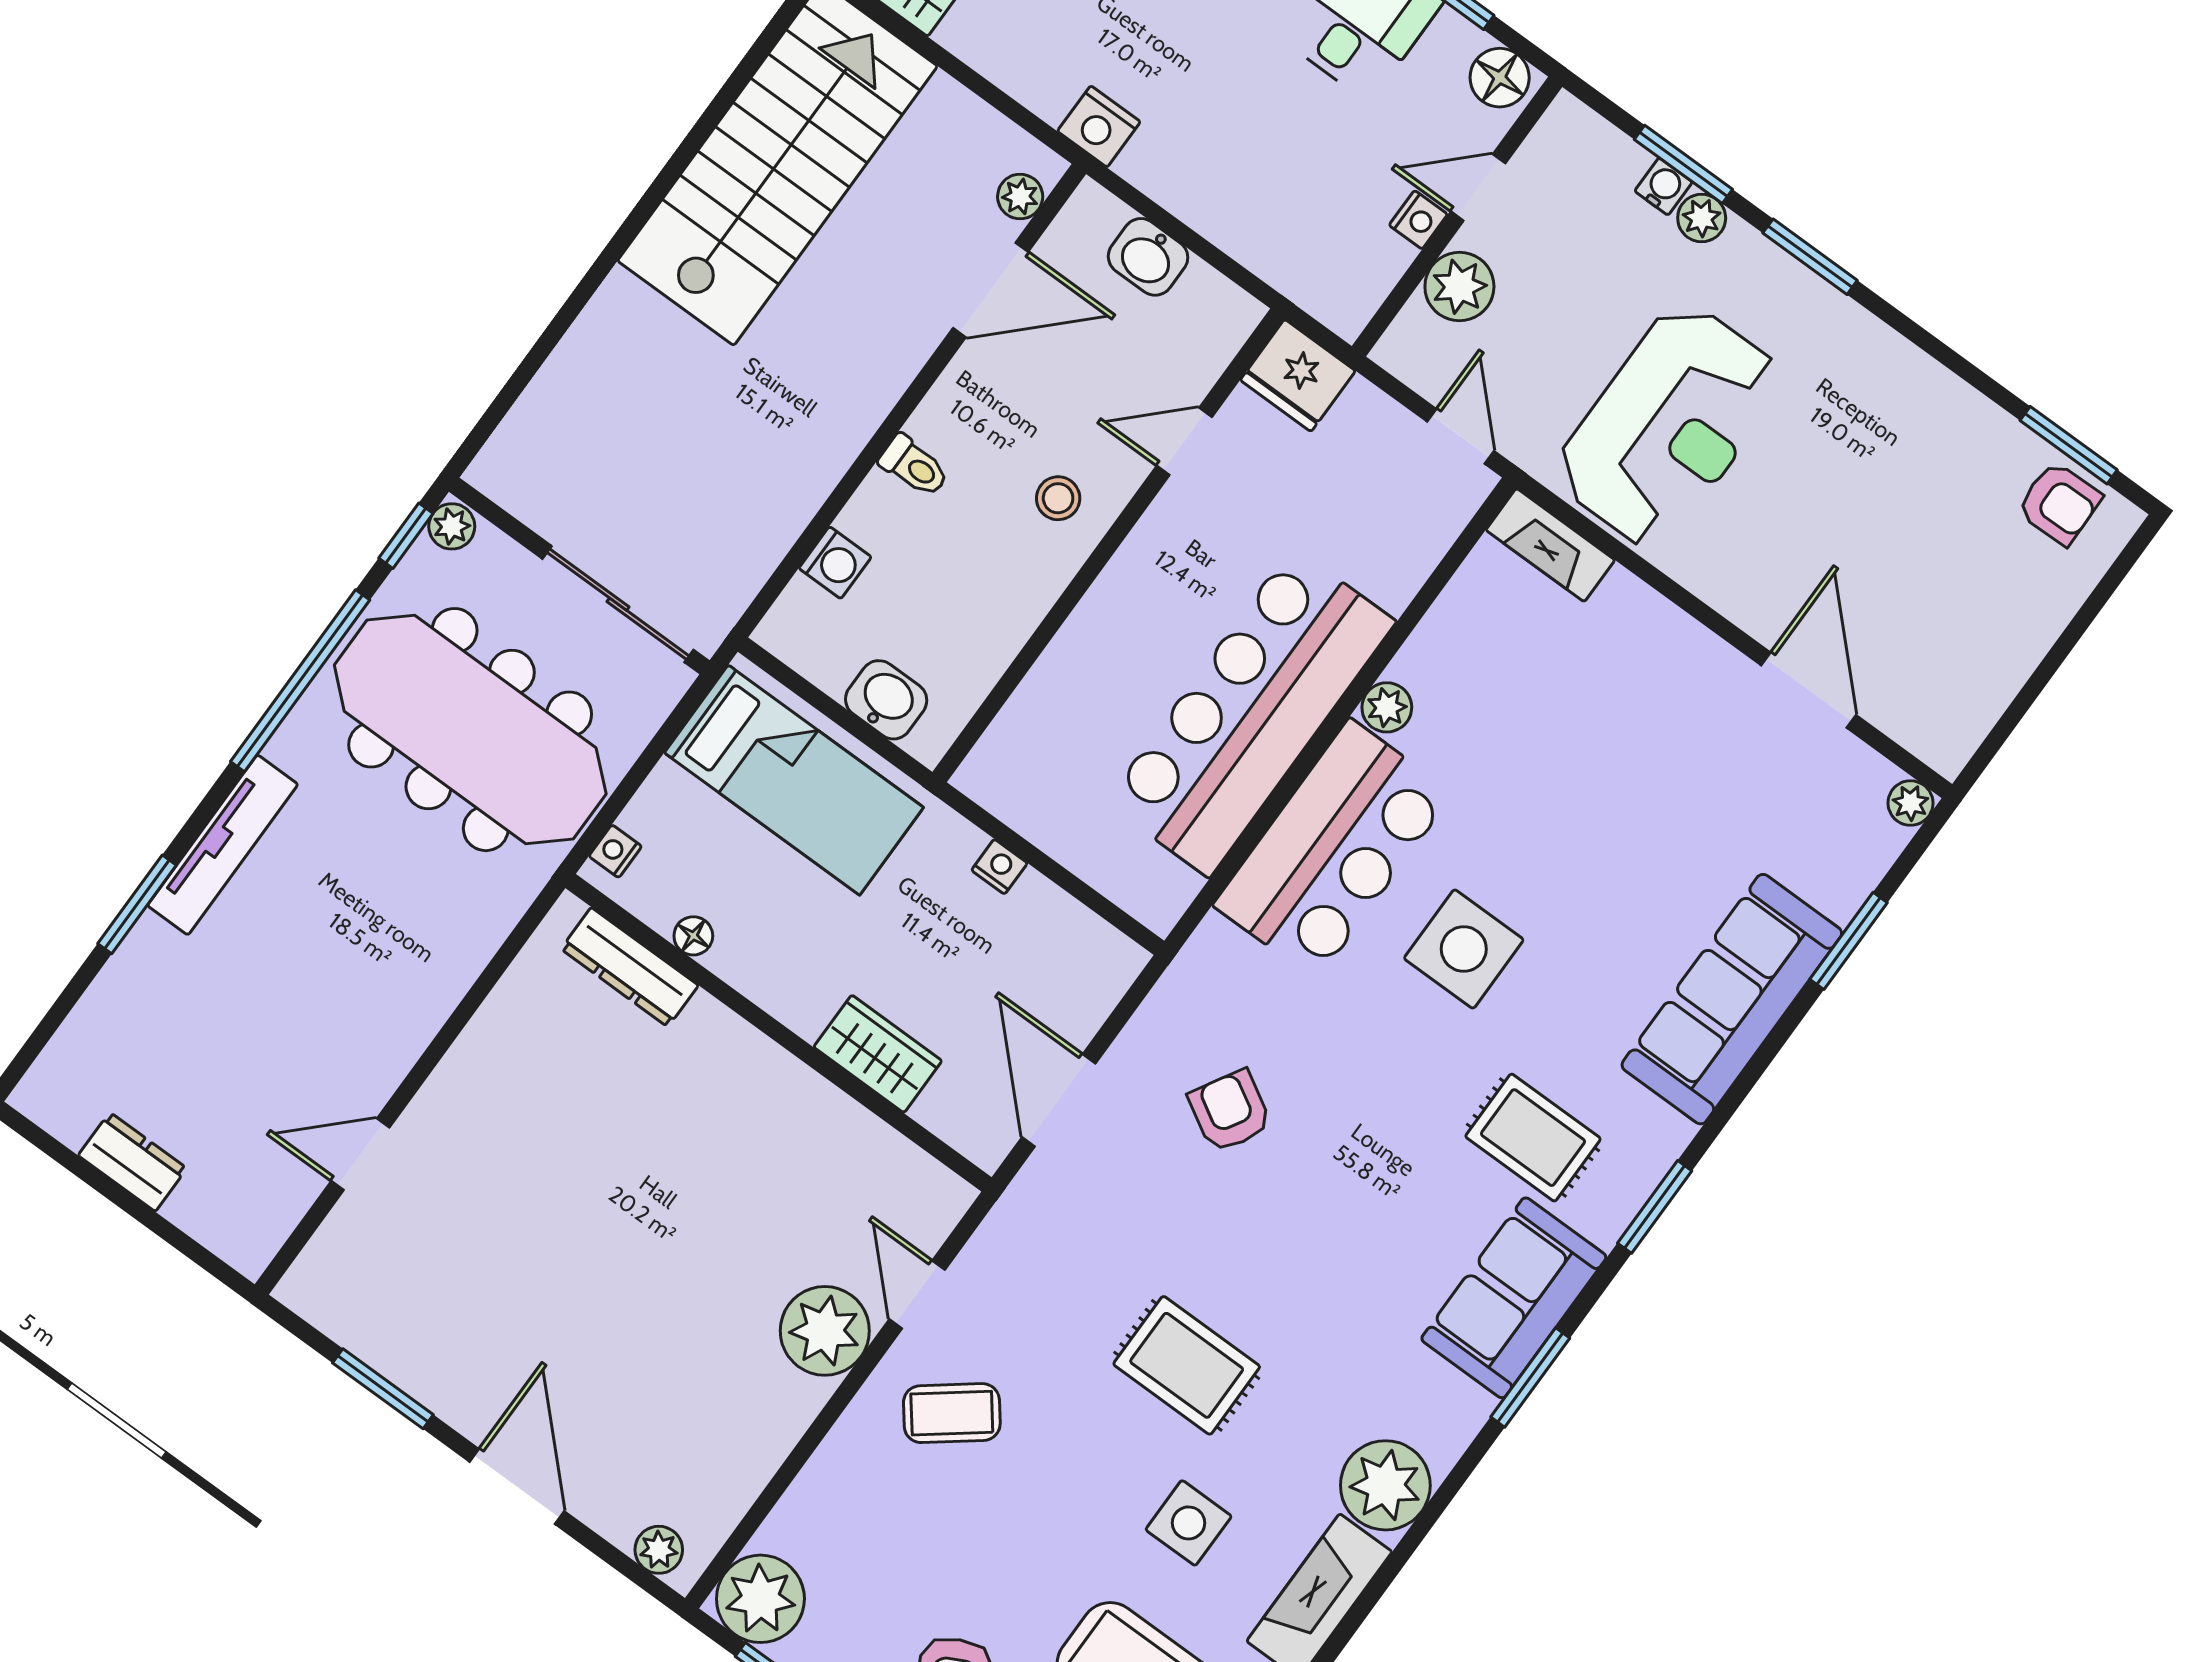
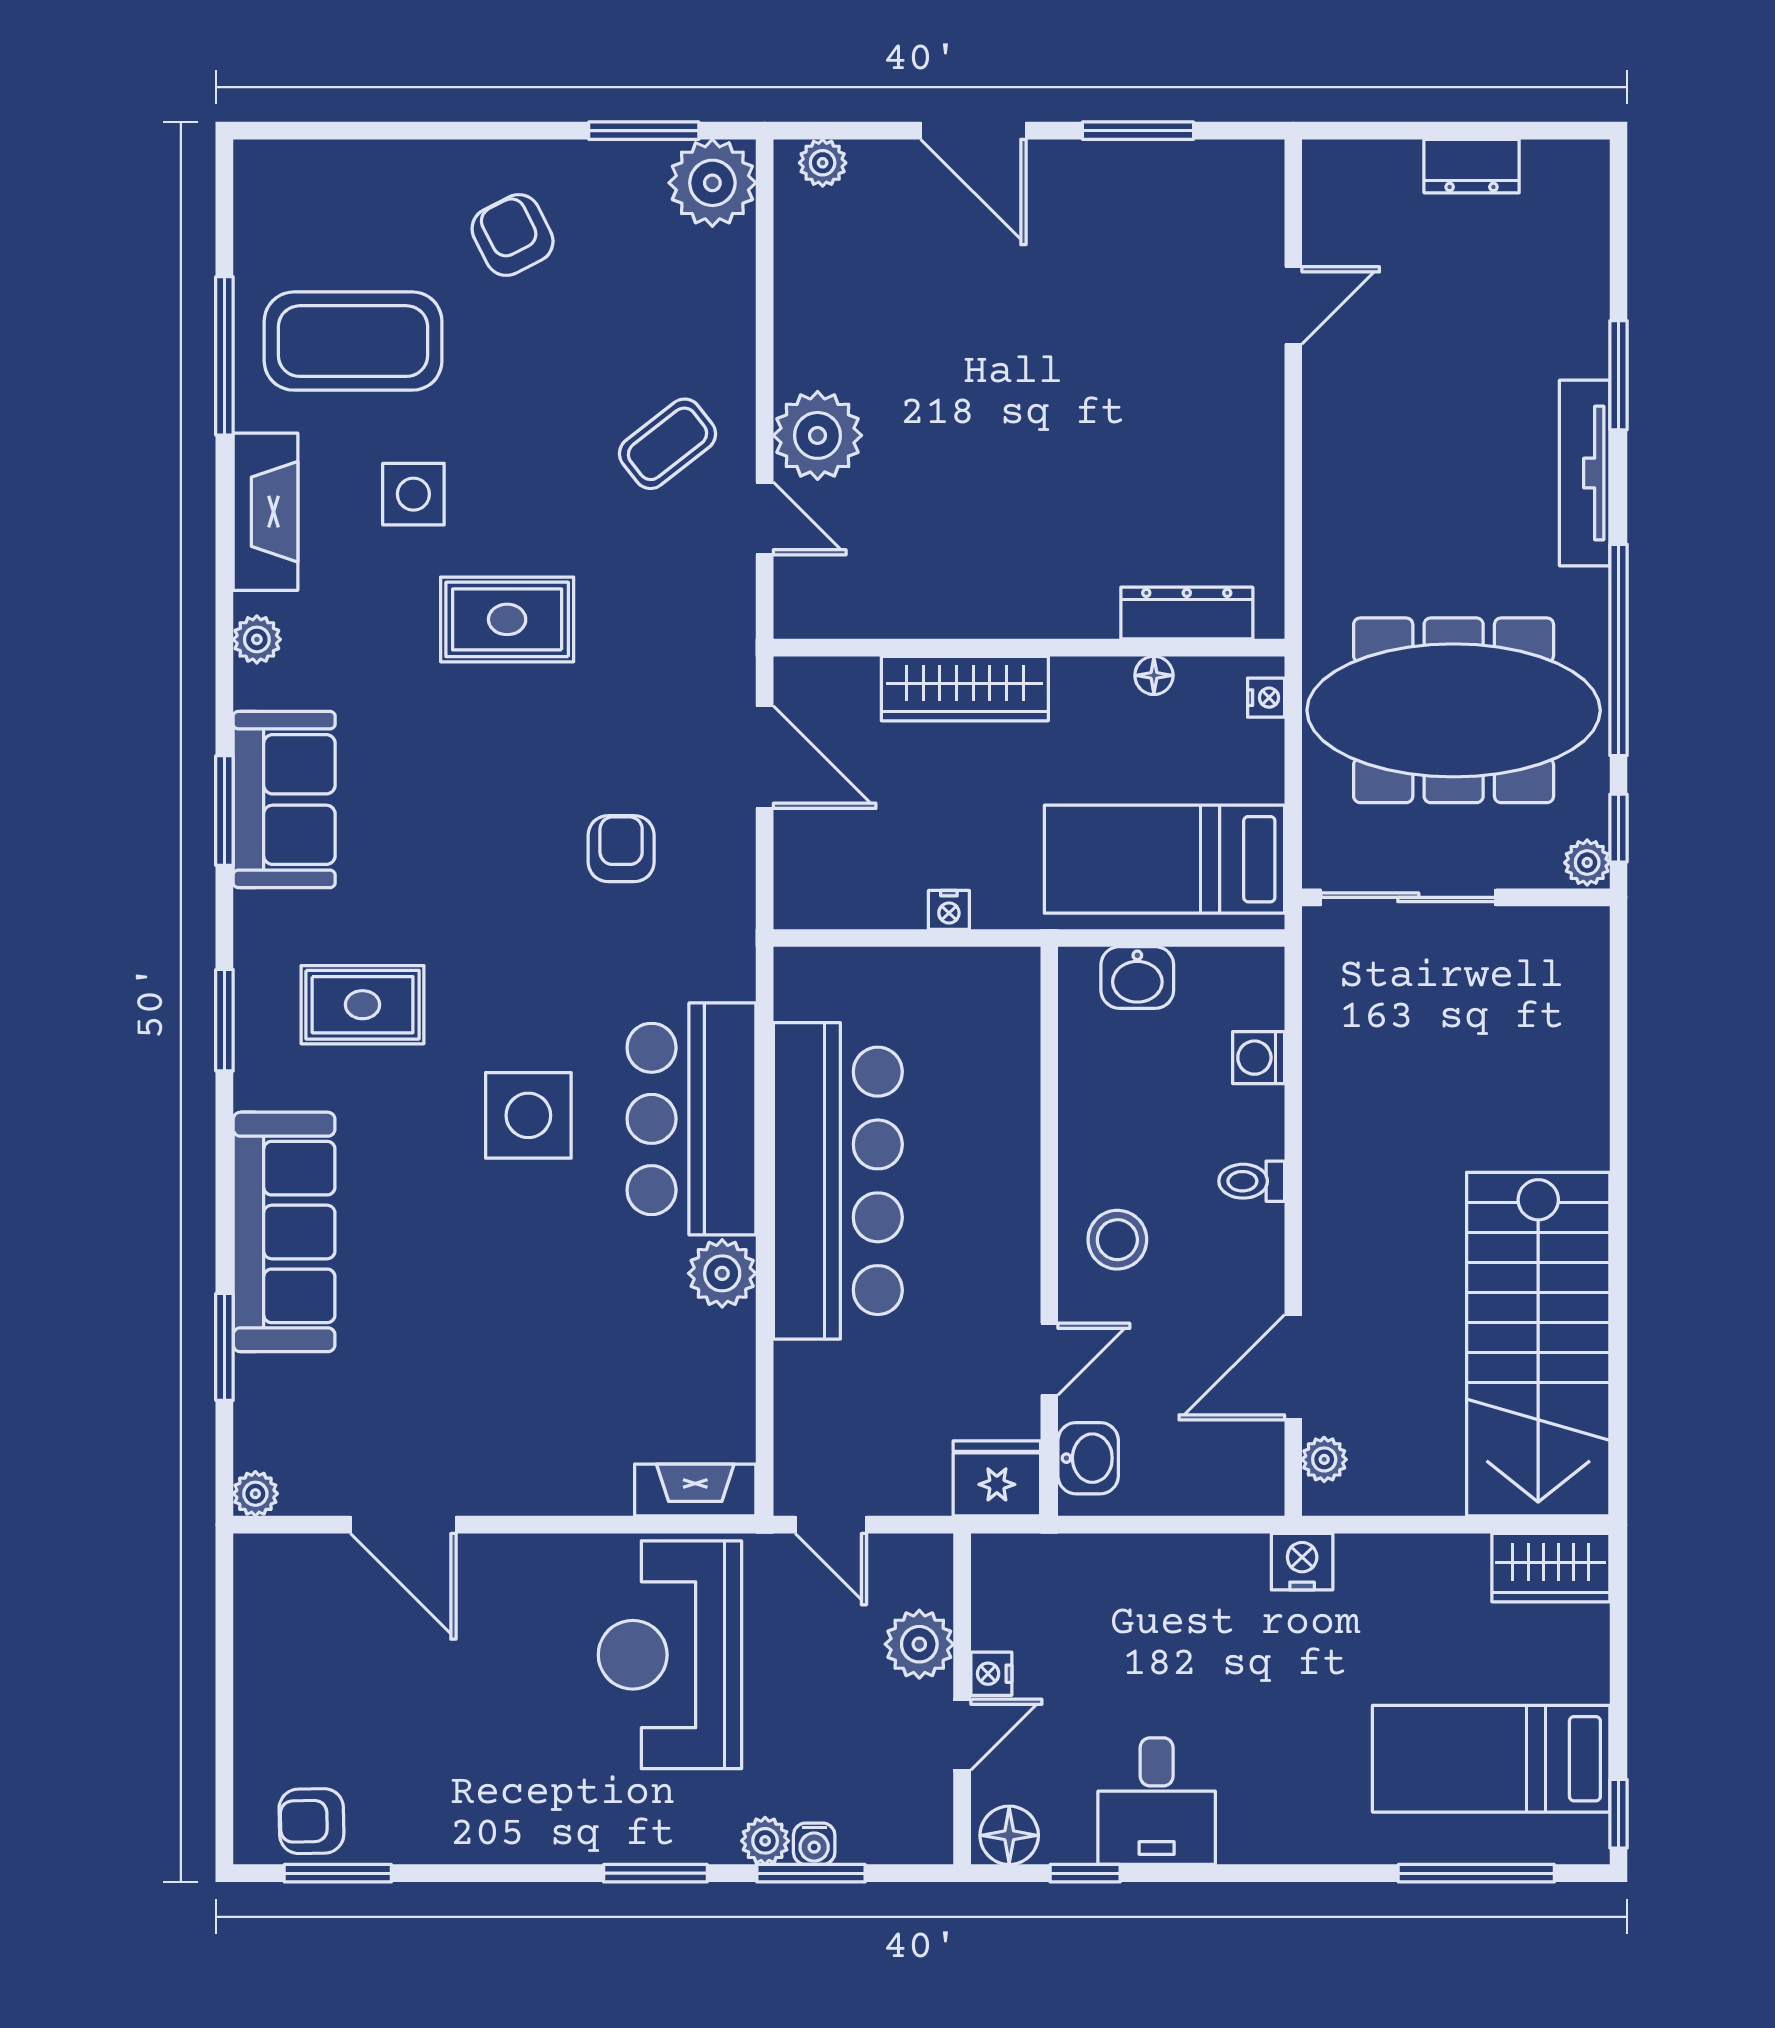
washbasin: (1148, 257) -> (1088, 1458), moved, turned 90
stool: (1058, 498) -> (1117, 1240), width x1.37, depth x1.37
plant: (1387, 707) -> (722, 1273), width x1.38, depth x1.38
wardrobe: (878, 1054) -> (965, 689), width x1.50
armchair: (1230, 1111) -> (621, 849), turned -120
sofa: (1514, 1298) -> (284, 800), moved
plant: (1385, 1485) -> (257, 639), width x0.53, depth x0.53

